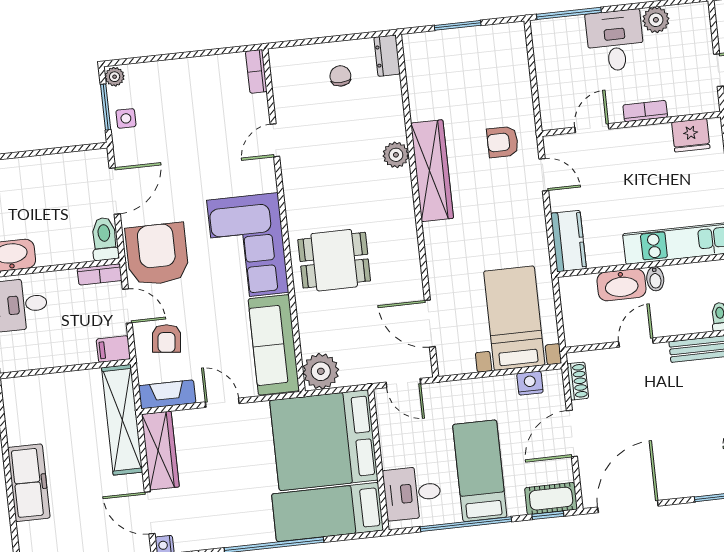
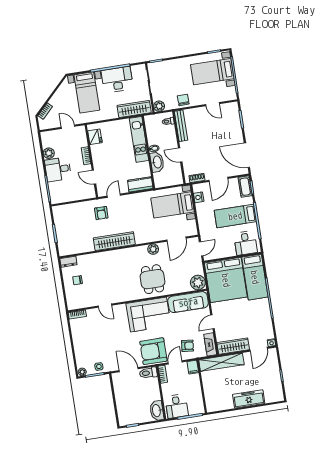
plant: (396, 155) -> (153, 249), moved
door: (572, 433) -> (218, 179), hinge flipped

